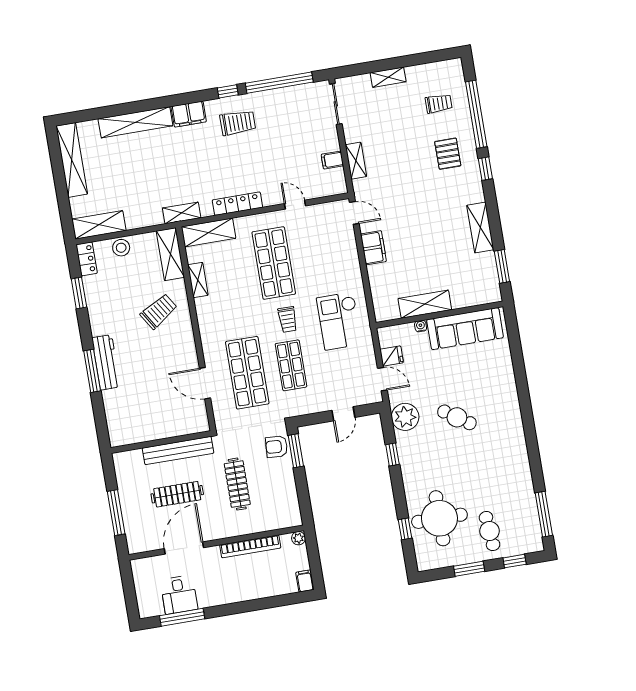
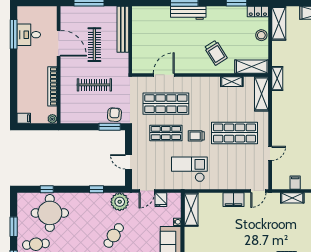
locker: (237, 204) -> (277, 116), removed
shelving: (425, 304) -> (191, 210), moved
bench: (178, 451) -> (123, 29), moved

